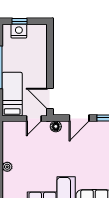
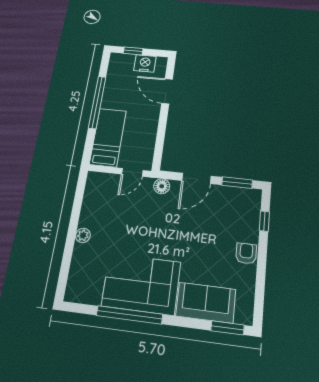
nightstand: (19, 31) -> (145, 63), moved
door: (50, 99) -> (167, 91), moved

